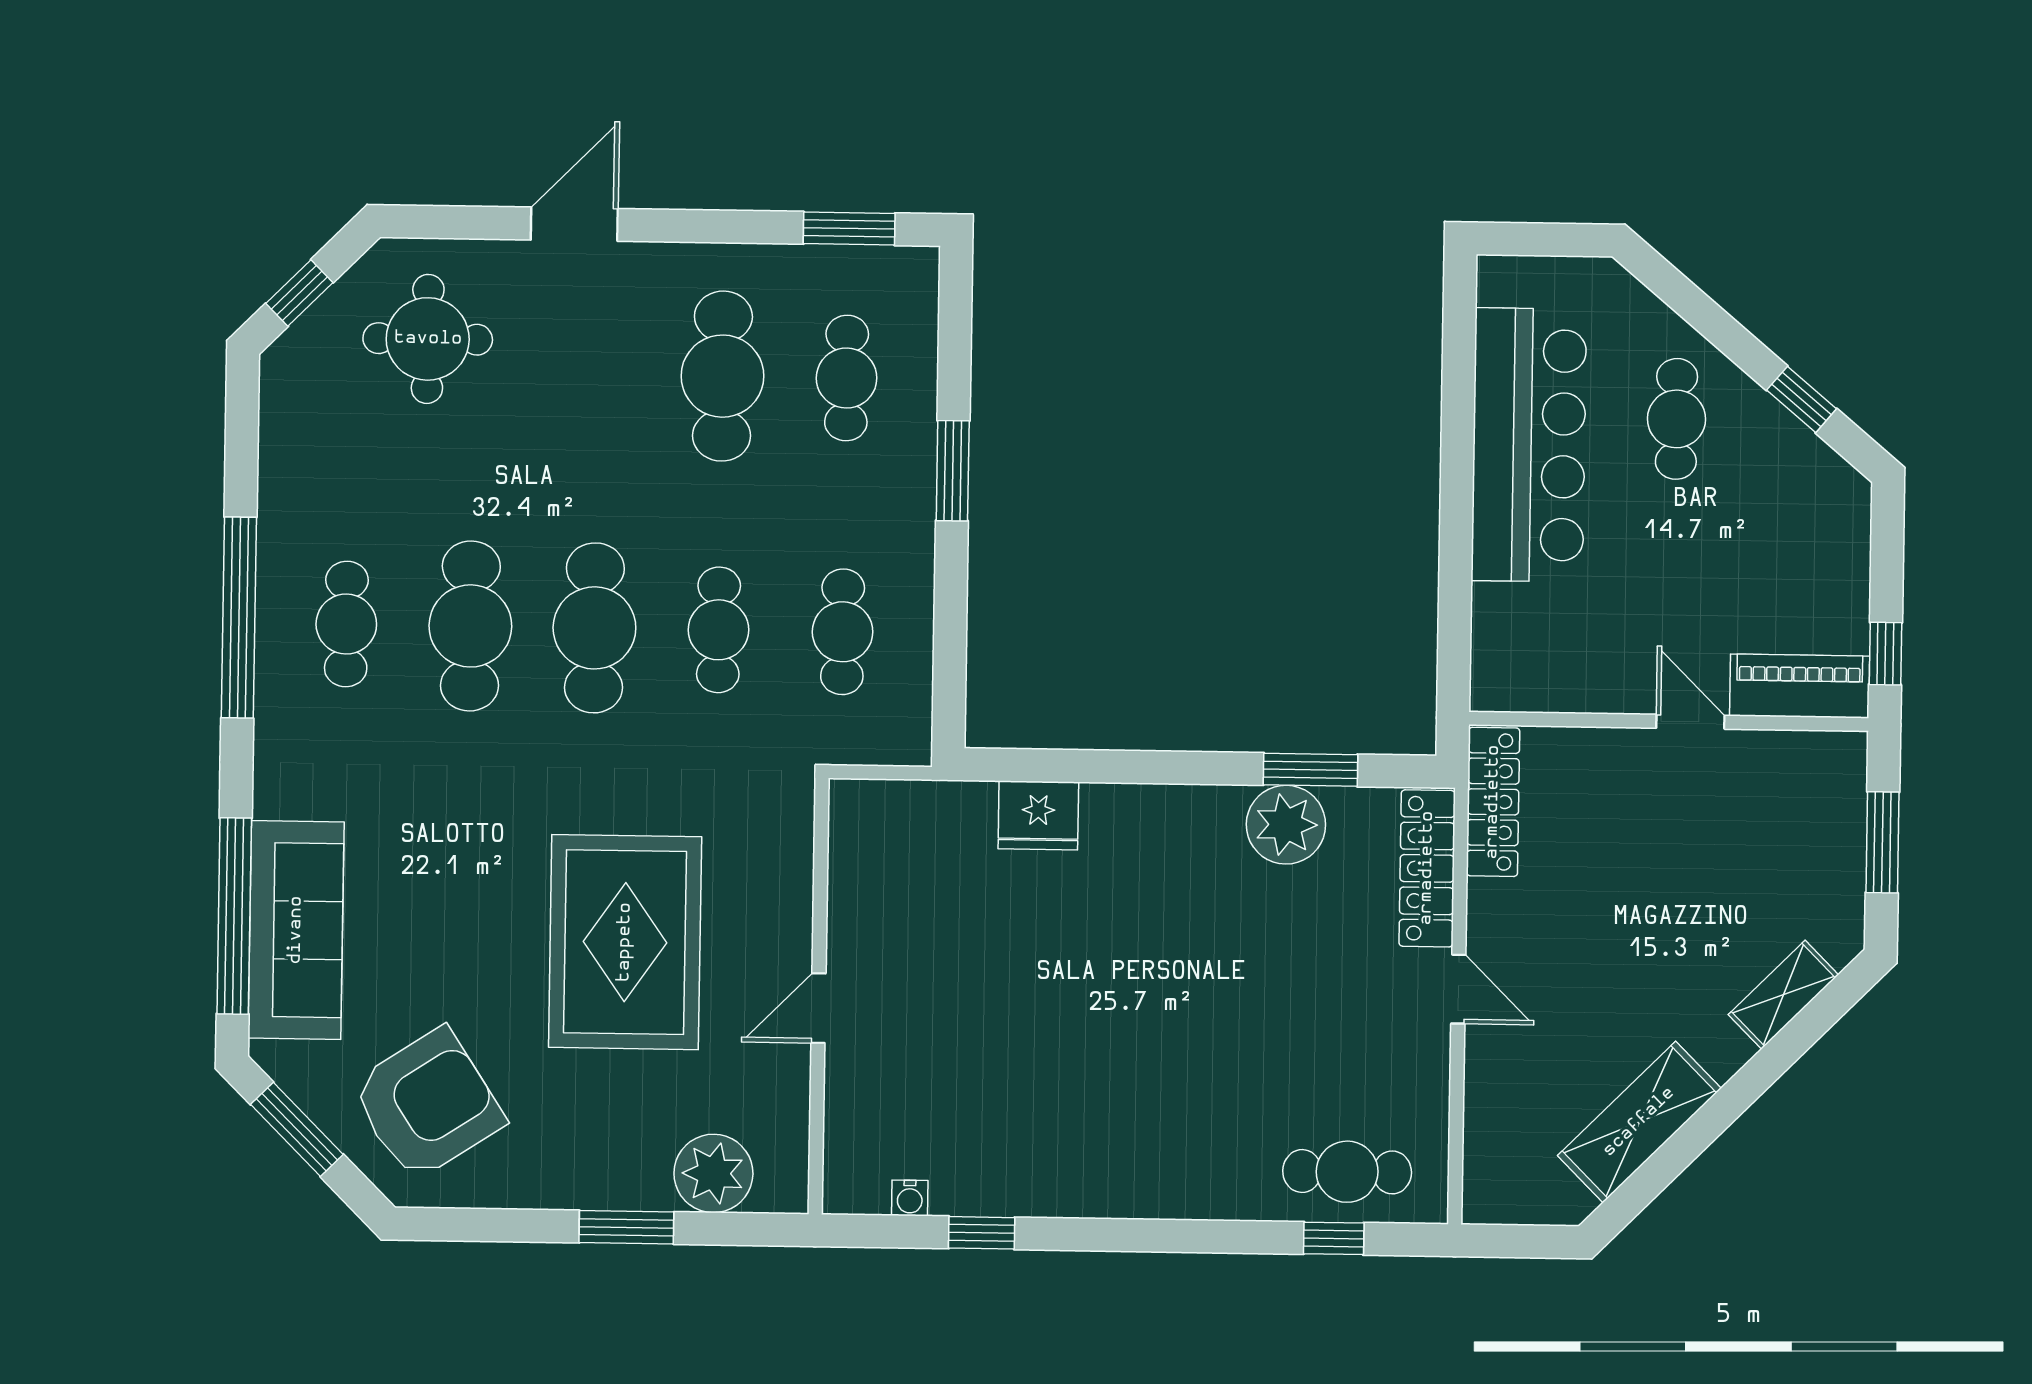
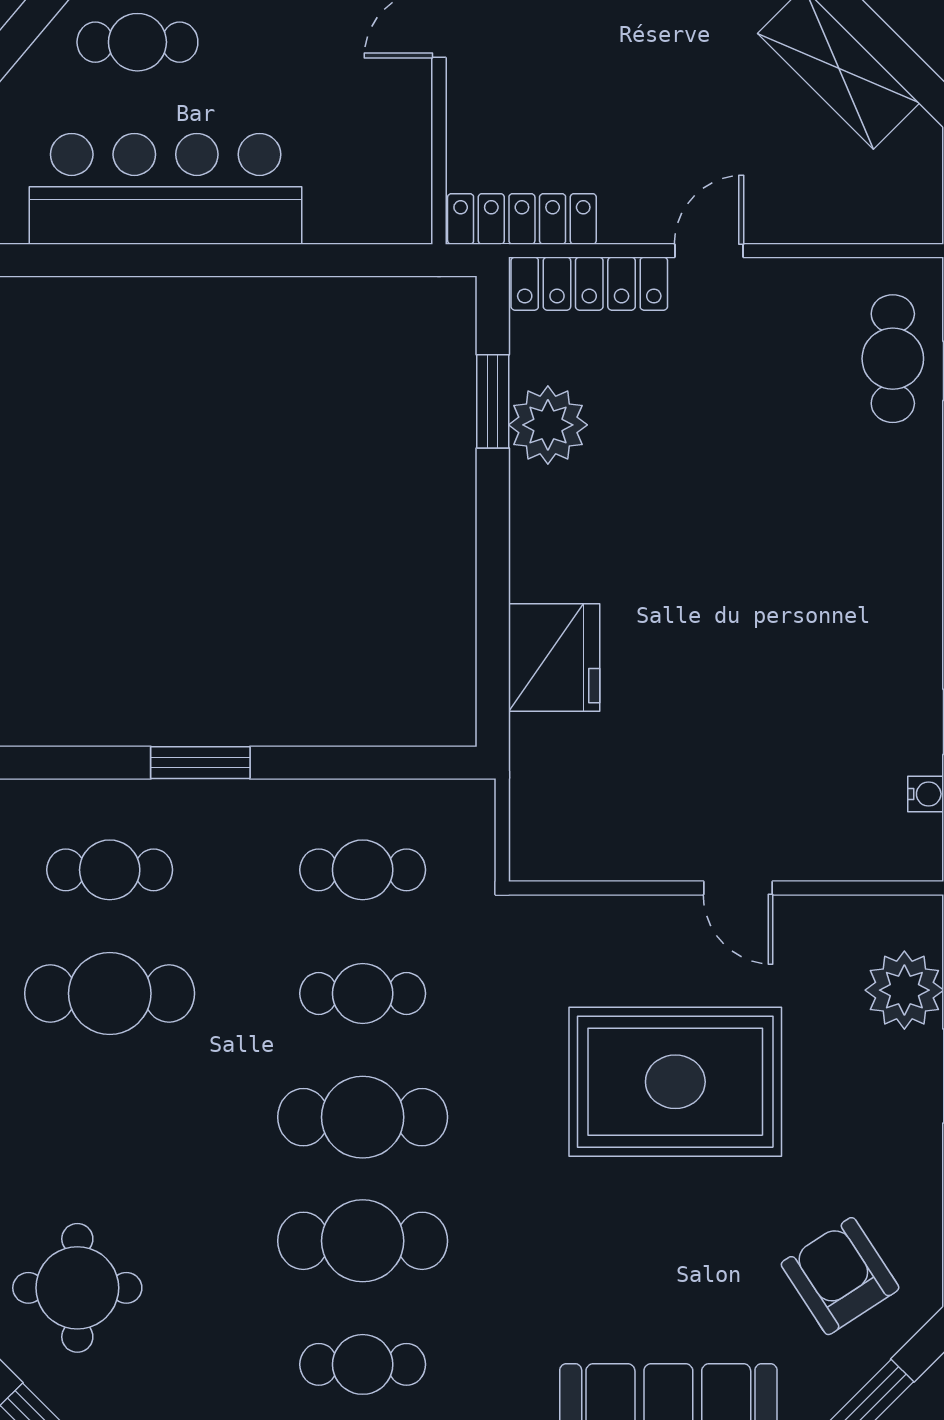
fridge: (1038, 815) -> (554, 658), width x1.36, depth x1.34
armchair: (427, 1104) -> (840, 1276), width x0.73, depth x0.73

